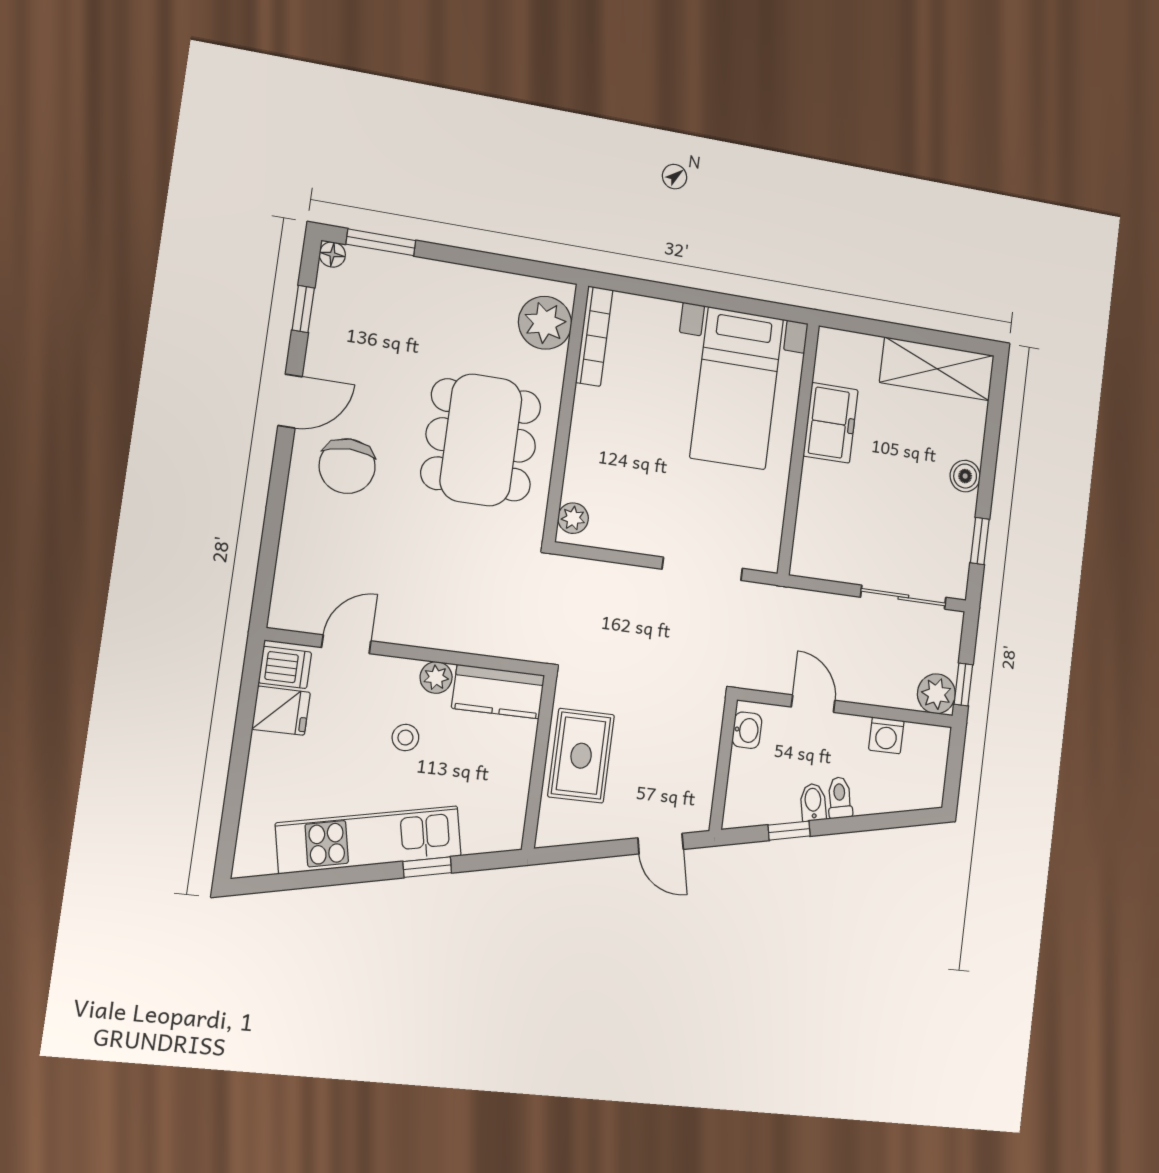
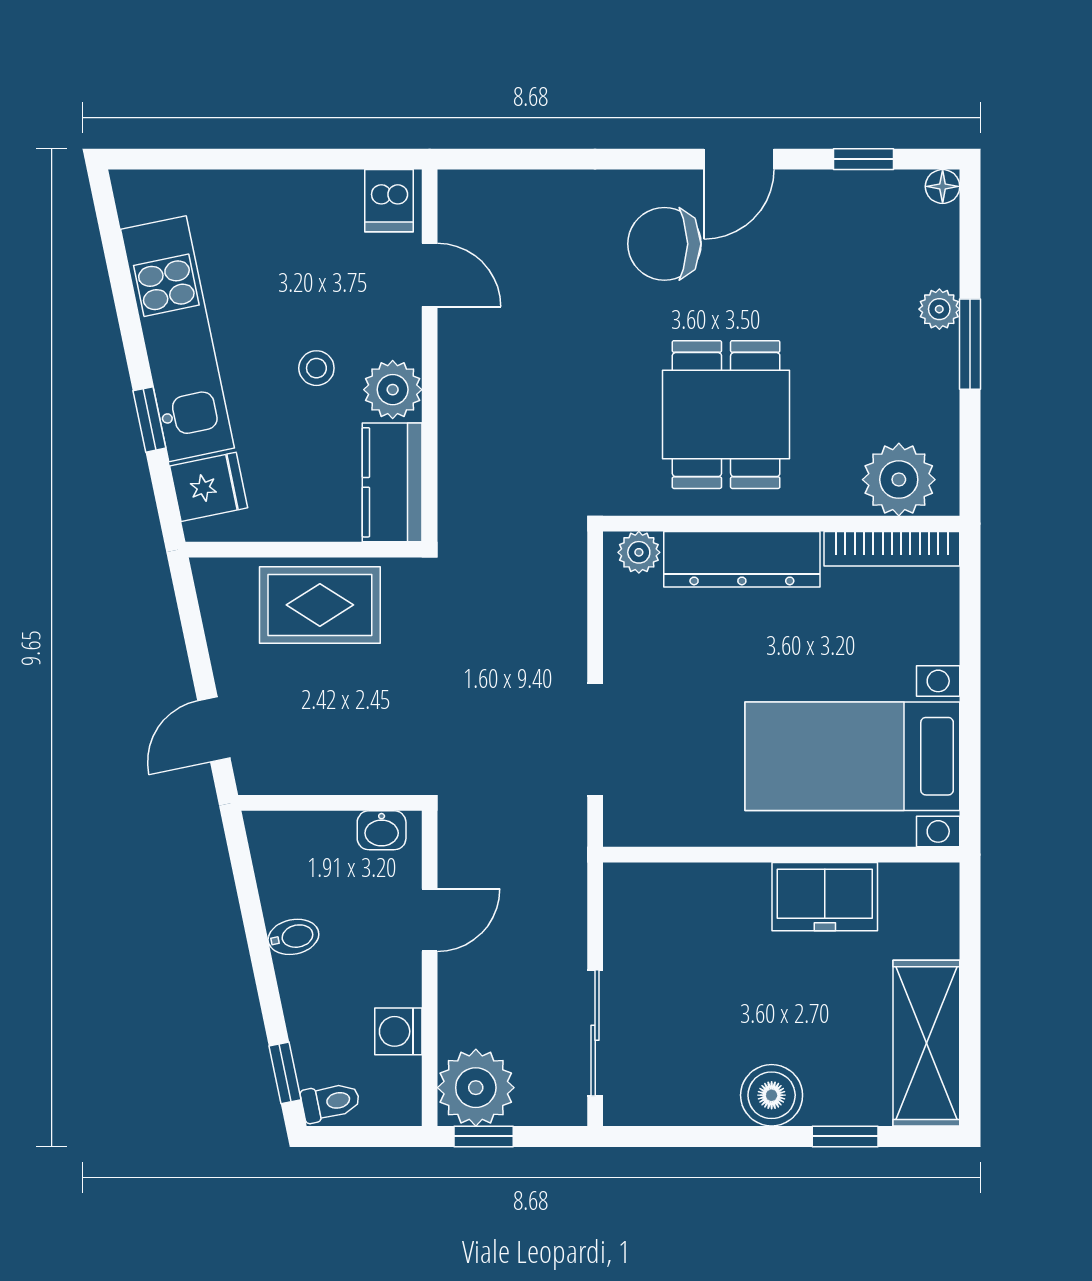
window: (381, 242) -> (970, 344), moved
plant: (424, 273) -> (939, 309), added
door: (290, 401) -> (739, 159), hinge flipped
dining table: (481, 440) -> (726, 415), width x0.73
dresser: (588, 445) -> (742, 559), added
boiler: (965, 476) -> (772, 1095), width x1.36, depth x1.36
window: (980, 541) -> (845, 1136), moved
plant: (436, 677) -> (393, 390), width x1.38, depth x1.38
plant: (936, 694) -> (476, 1088), width x1.36, depth x1.36
fridge: (281, 711) -> (209, 487), moved, turned -102
toilet: (840, 798) -> (331, 1102), moved
window: (789, 831) -> (285, 1073), moved

